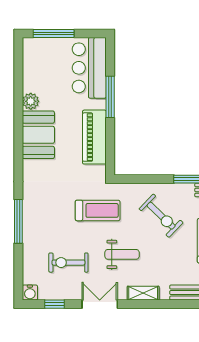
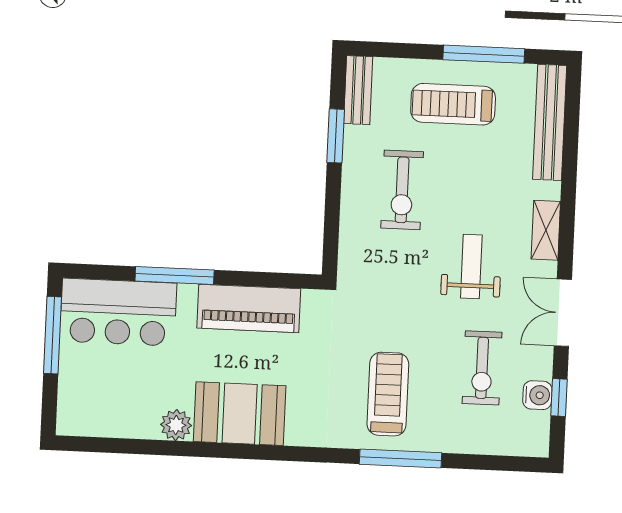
window: (54, 33) -> (53, 335), moved
treadmill: (98, 210) -> (388, 394), moved
exercise bike: (161, 216) -> (402, 190), turned 136
water cooler: (30, 293) -> (537, 395), moved

